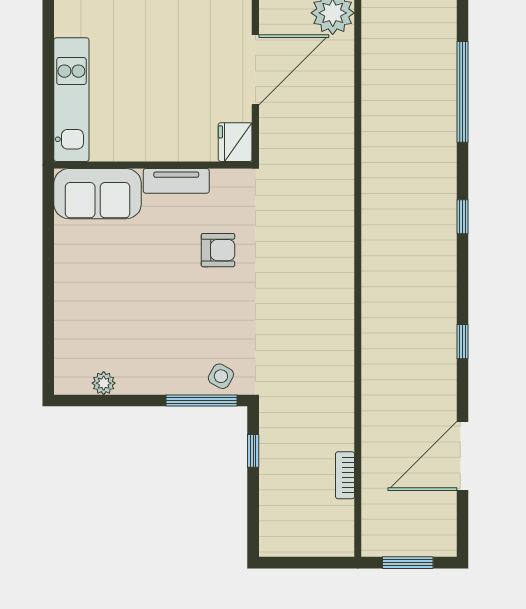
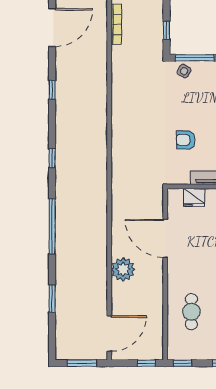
door: (255, 70) -> (165, 238), hinge flipped
fridge: (235, 142) -> (194, 197), moved, turned 90
bookcase: (345, 475) -> (116, 24), width x1.56

